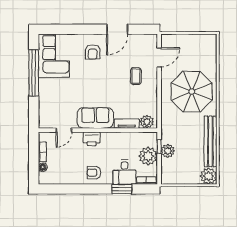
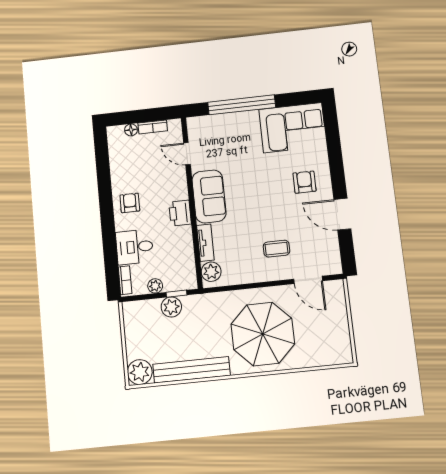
armchair: (93, 52) -> (304, 182), turned 90
window: (34, 73) -> (242, 105), moved
printer: (92, 139) -> (180, 213), moved
plant: (148, 156) -> (155, 286), width x0.53, depth x0.53
window: (122, 189) -> (110, 246), removed

